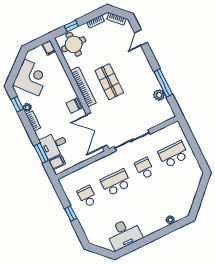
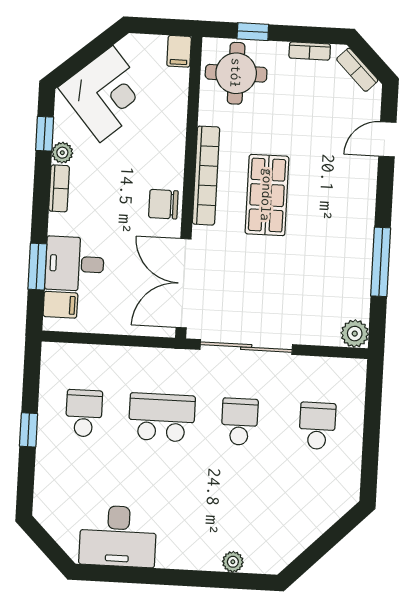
plant: (159, 95) -> (355, 334), moved
school desk: (173, 154) -> (317, 426), width x0.54

